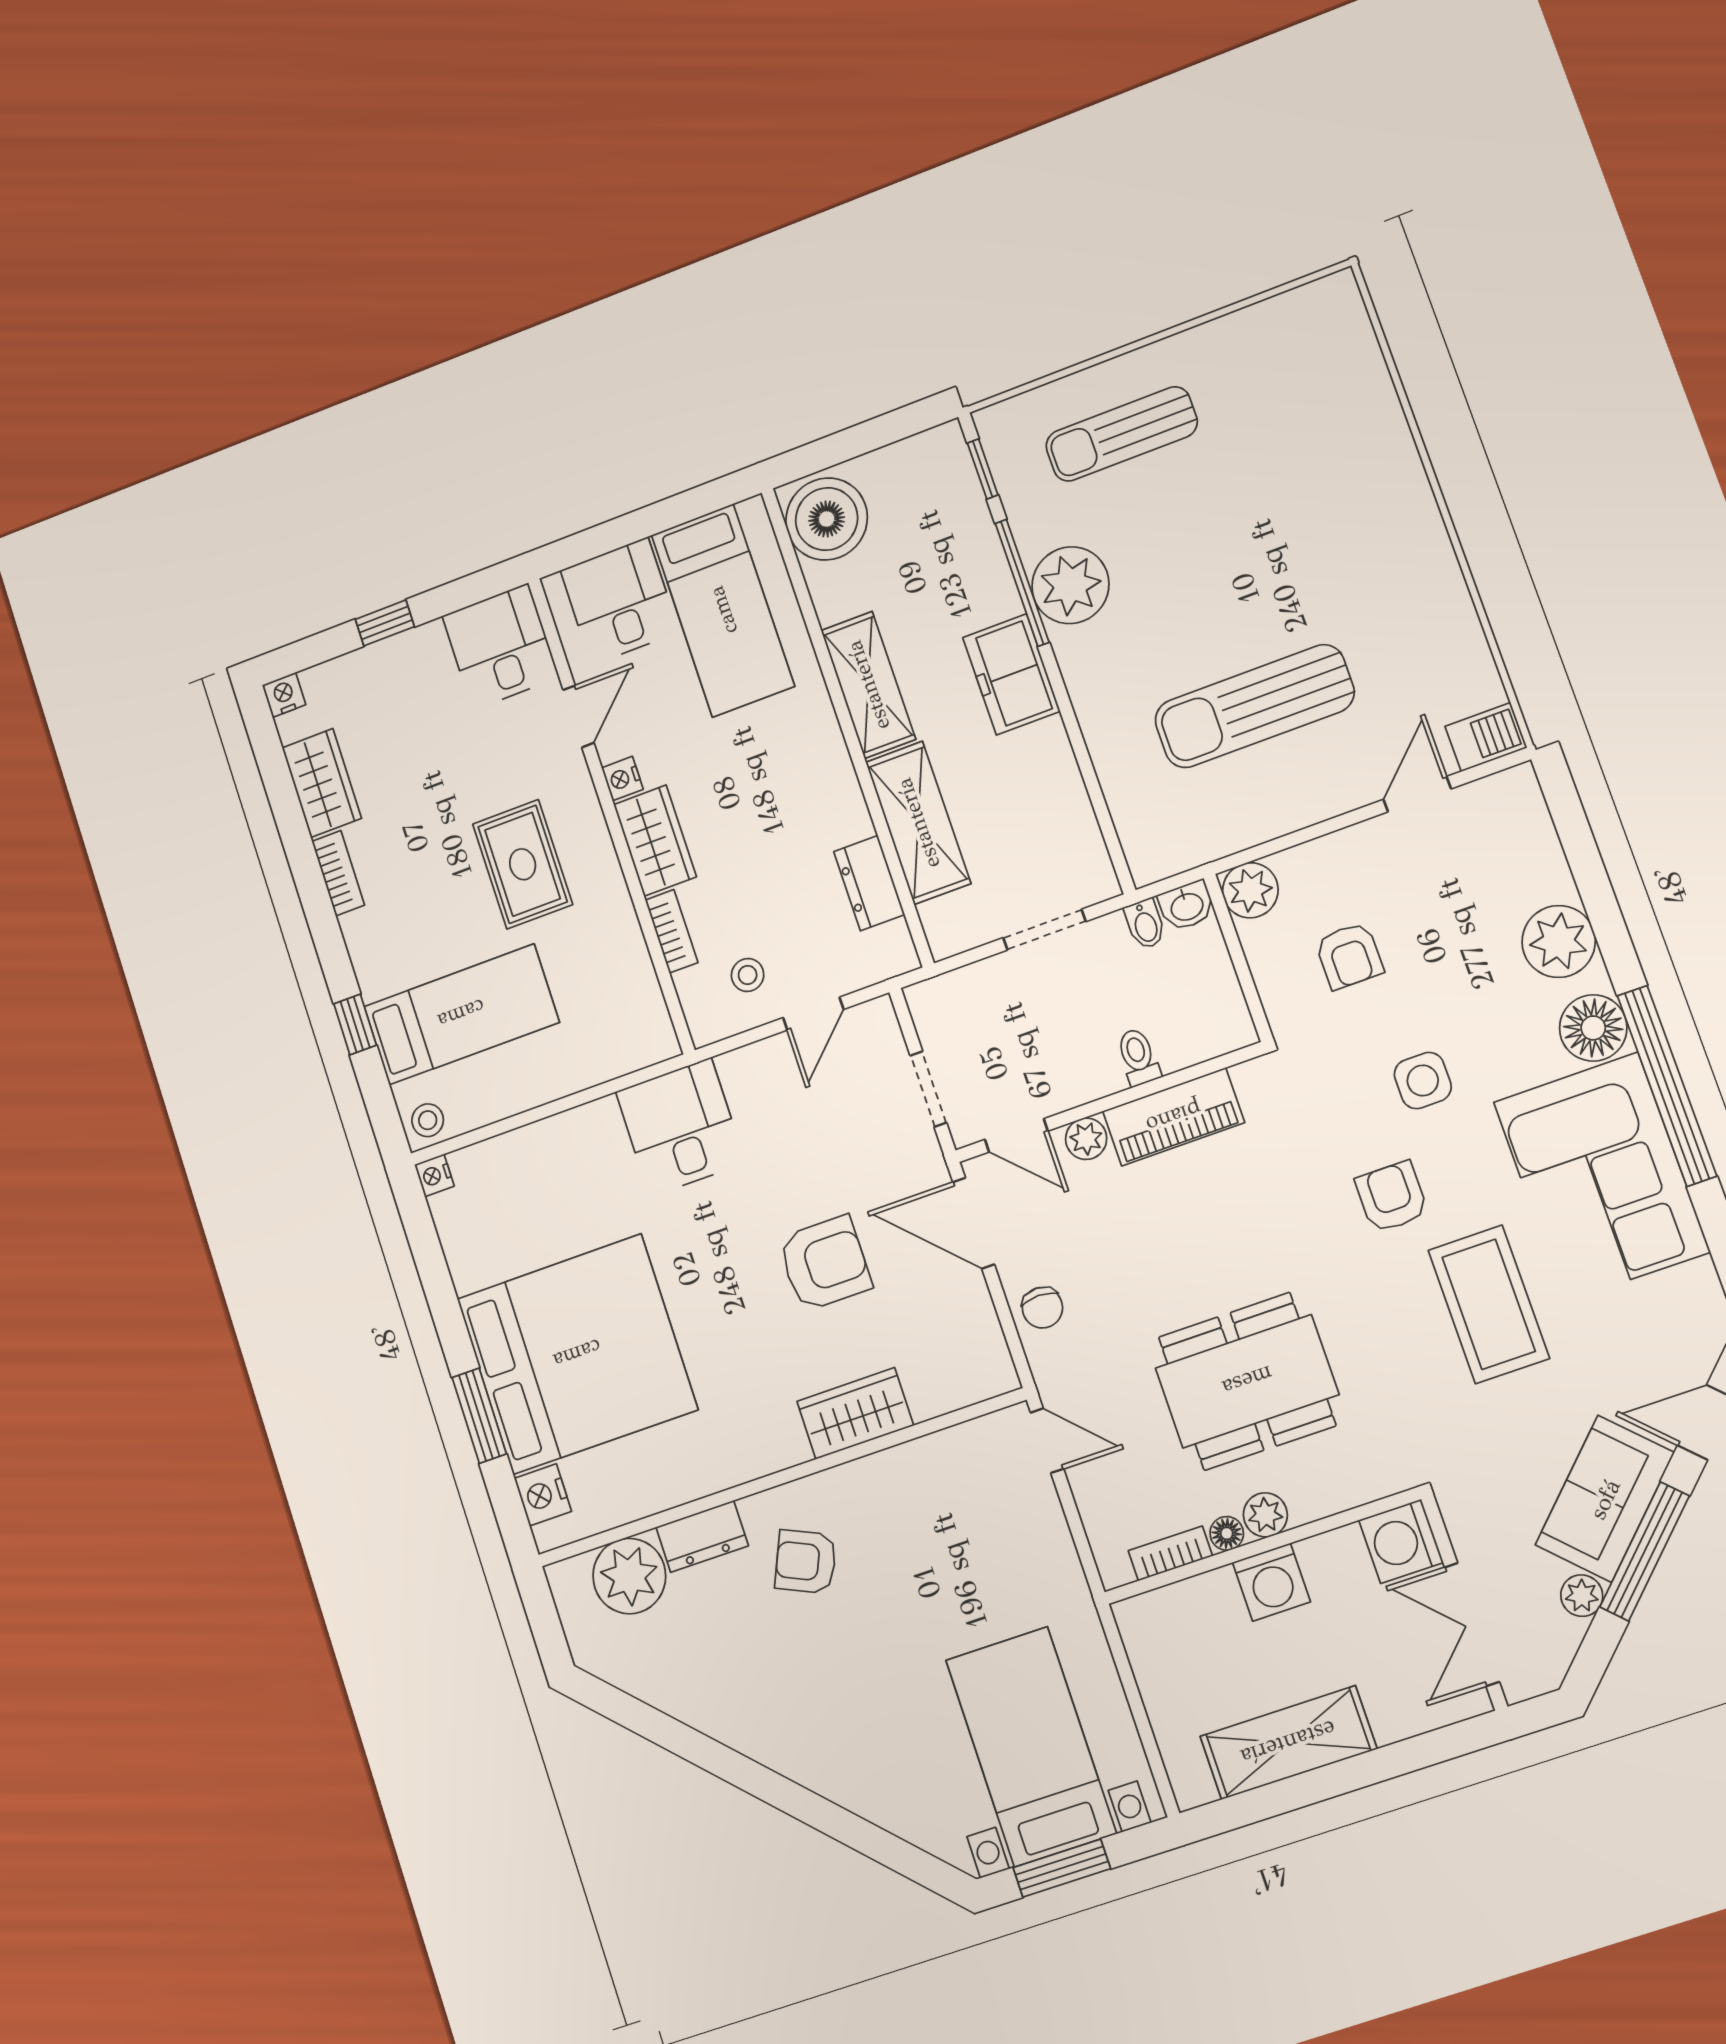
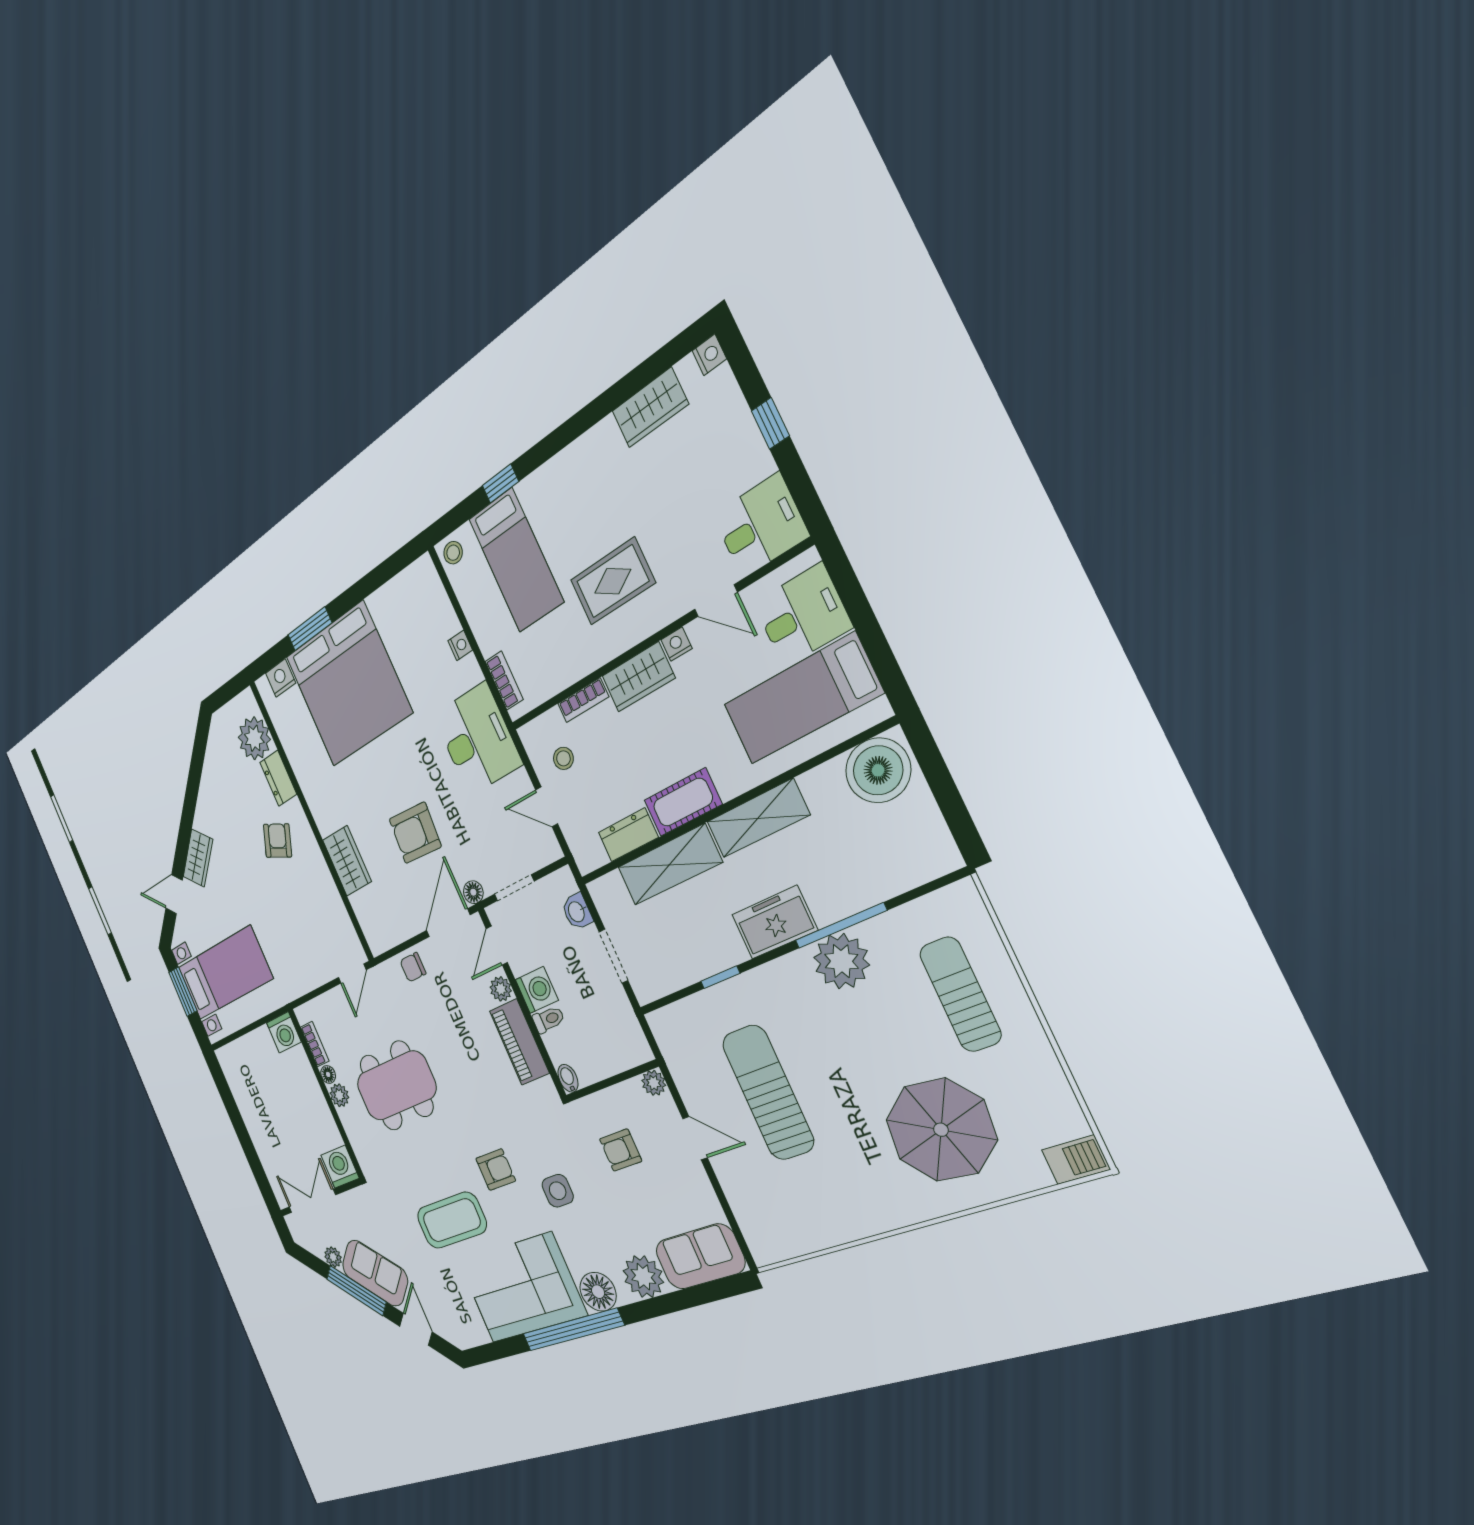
window: (983, 469) -> (720, 977), moved
parasol: (1304, 469) -> (941, 1130), added
barbecue: (1486, 737) -> (1076, 1160), moved, turned -90
cot: (833, 792) -> (683, 802), added
door: (1417, 794) -> (695, 1138), moved
sofa: (1516, 839) -> (700, 1257), added
bookcase: (338, 873) -> (504, 680), moved, turned -90
plant: (1250, 890) -> (654, 1083), width x0.73, depth x0.73
washbasin: (1187, 906) -> (577, 912), moved
bidet: (1145, 924) -> (568, 1078), moved, turned 90
washing machine: (1090, 1072) -> (537, 990), added
desk: (680, 1127) -> (477, 739), width x1.37
floor lamp: (929, 1166) -> (473, 892), added
nightstand: (434, 1175) -> (460, 645), moved, turned 90
armchair: (825, 1263) -> (415, 833), turned 94
dining table: (1247, 1381) -> (396, 1086), turned 90
washing machine: (1271, 1582) -> (284, 1032), moved, turned -90
shelving: (1288, 1743) -> (250, 1106), removed
wardrobe: (816, 1763) -> (198, 858), added
door: (876, 1843) -> (174, 894), added

